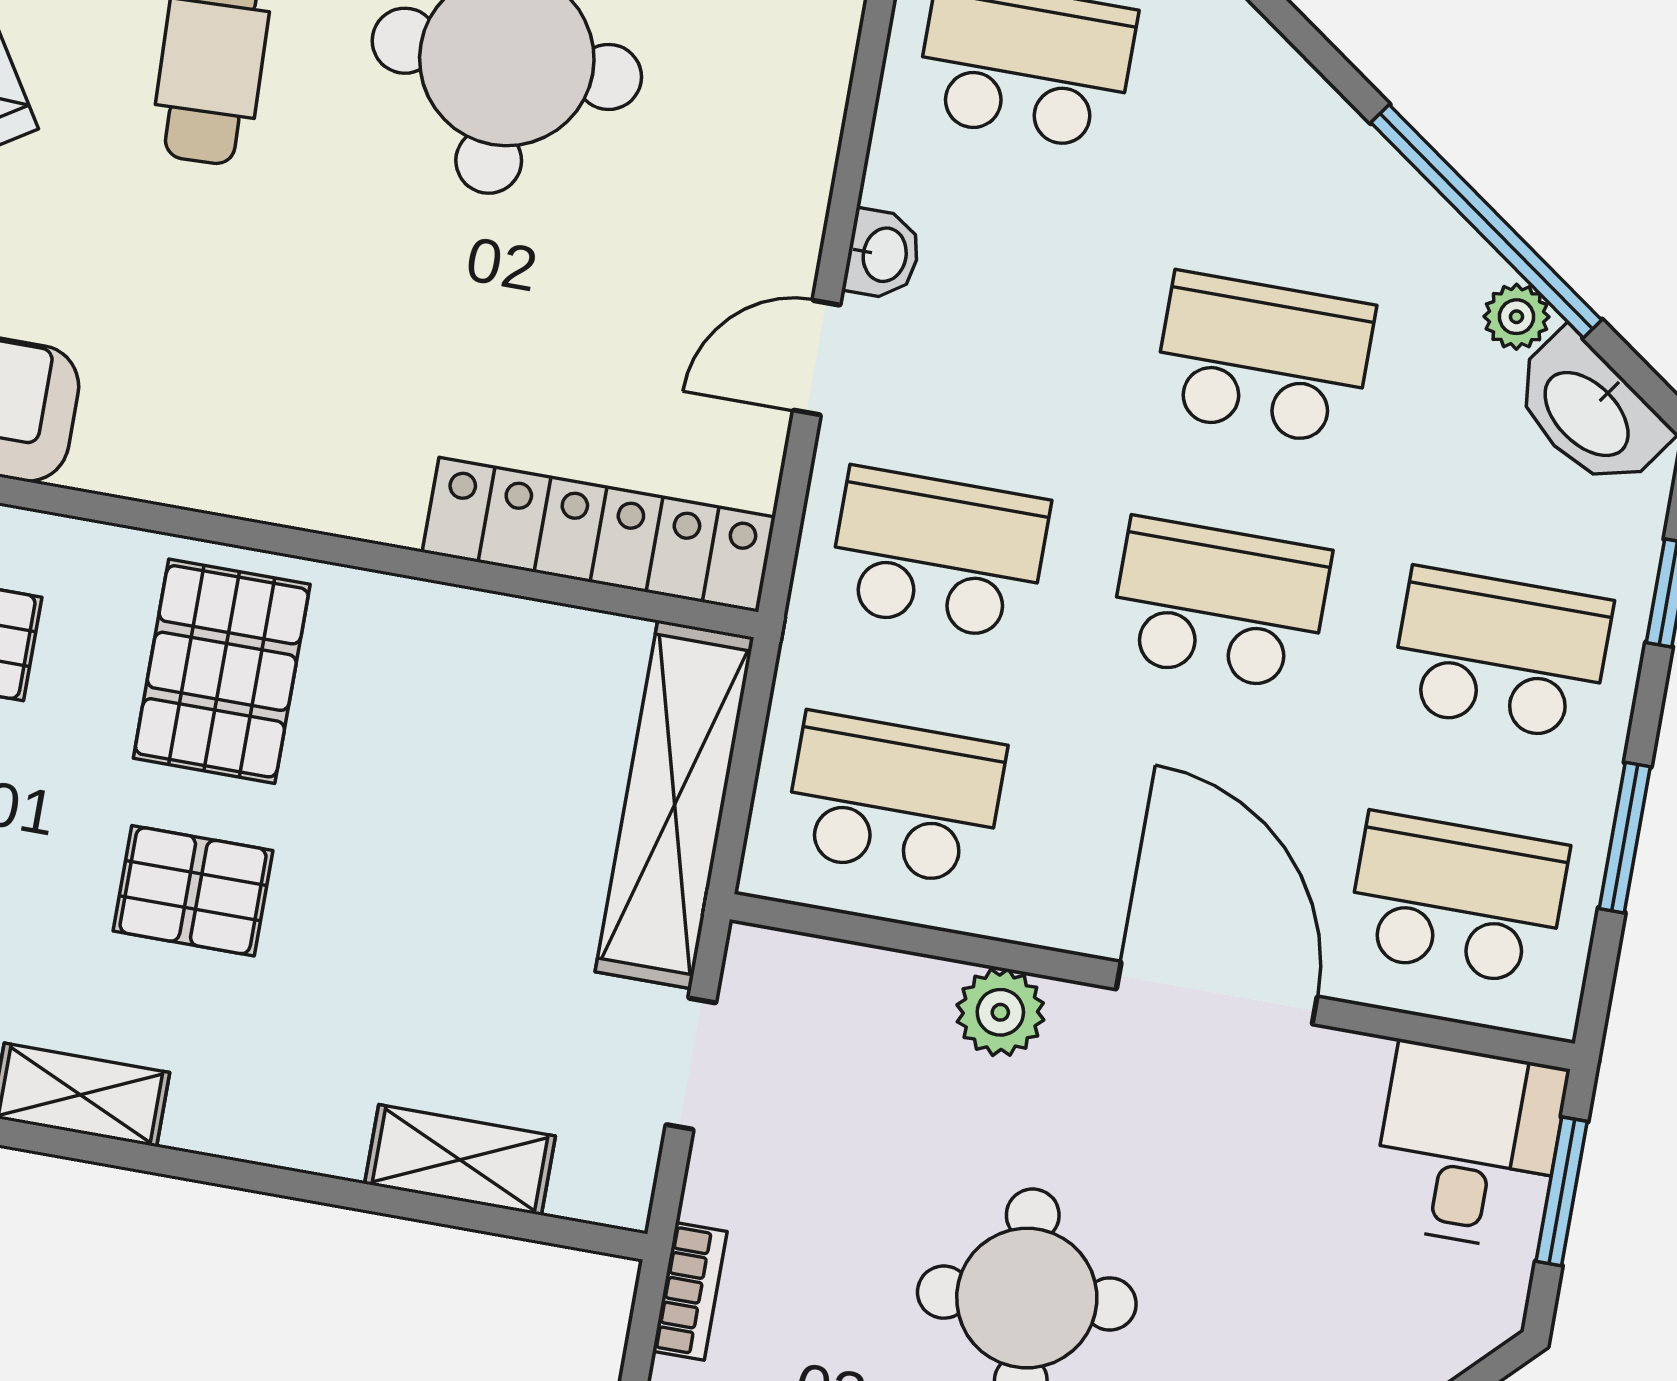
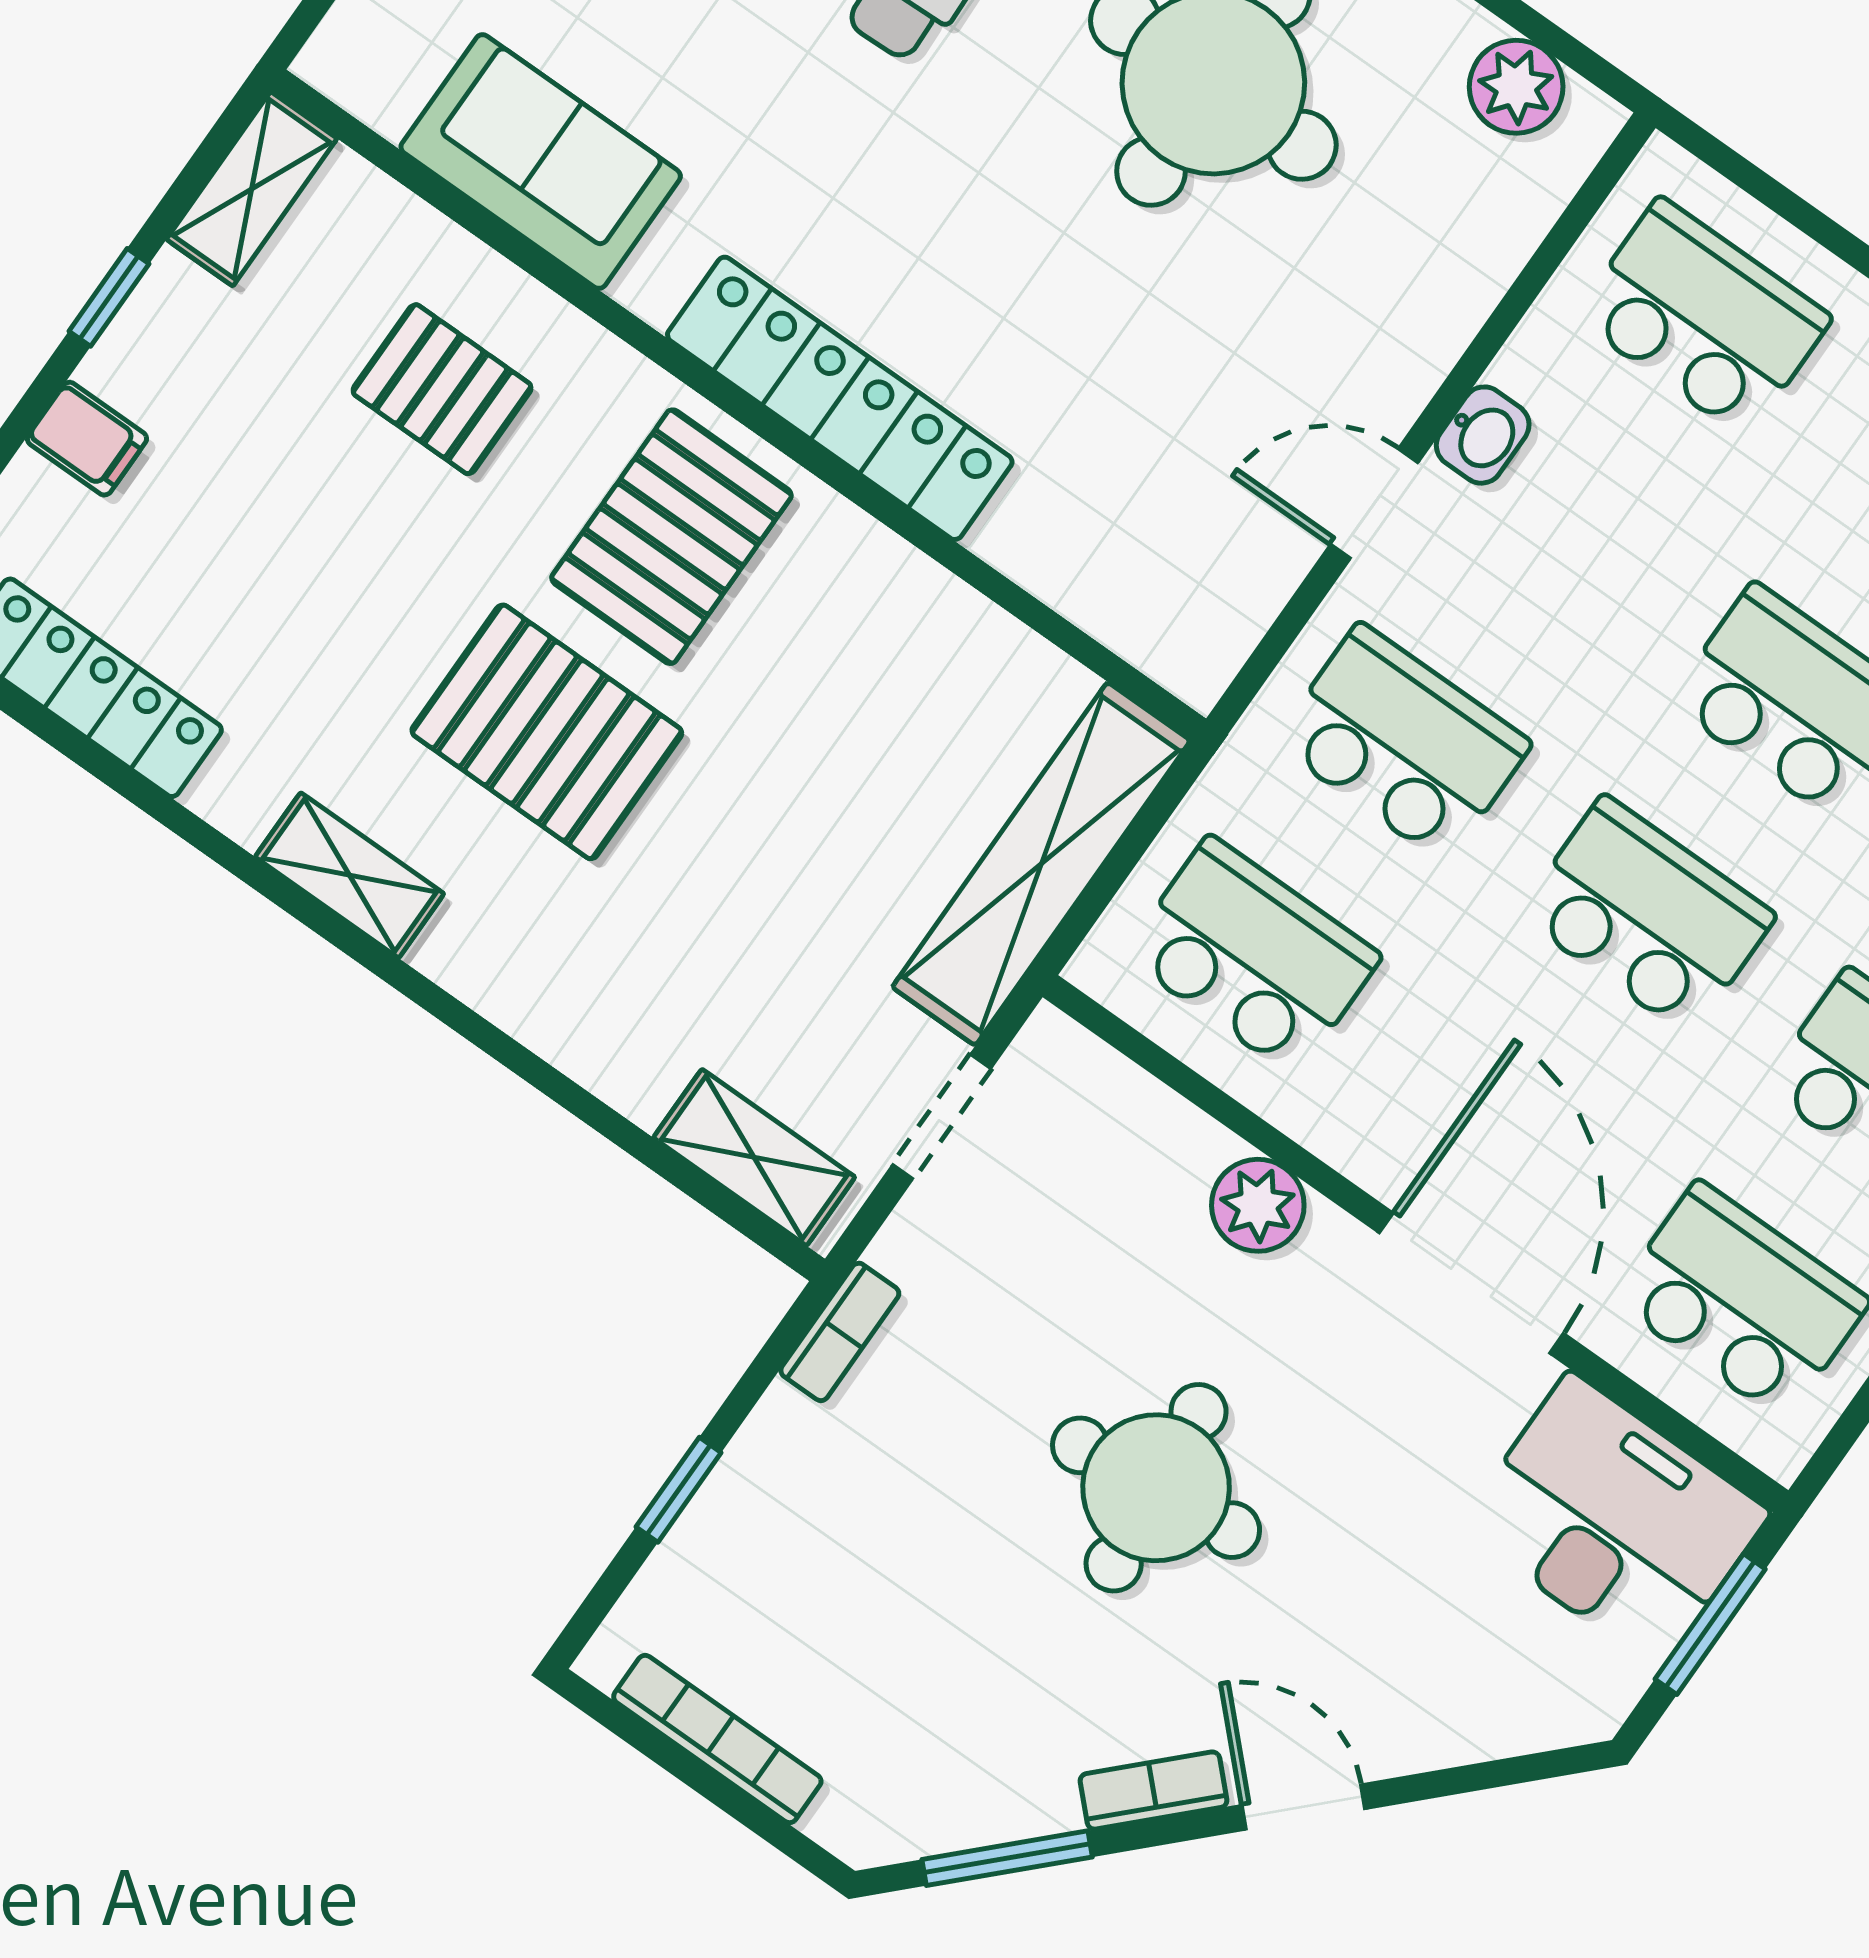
locker: (599, 535) -> (840, 398), moved
pallet: (193, 891) -> (547, 732), width x1.50, depth x1.42
desk: (1468, 1146) -> (1614, 1520), width x1.37
shelving: (460, 1160) -> (754, 1157), moved

